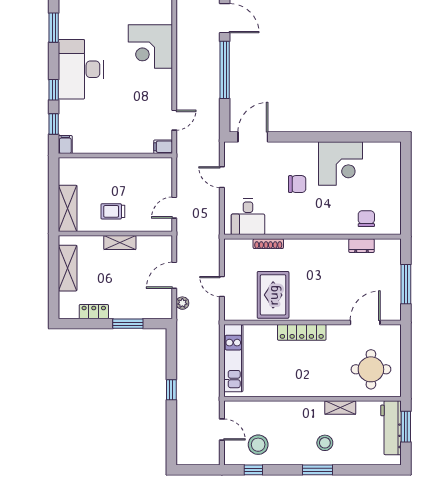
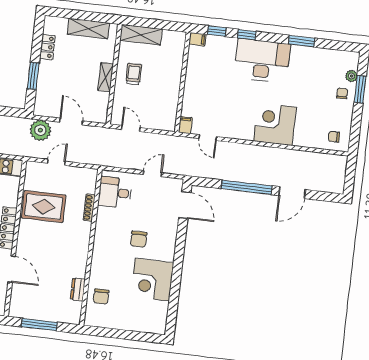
chair: (366, 219) -> (101, 296), turned 90
plant: (182, 303) -> (40, 130), width x1.87, depth x1.87
door: (365, 322) -> (12, 269), moved

